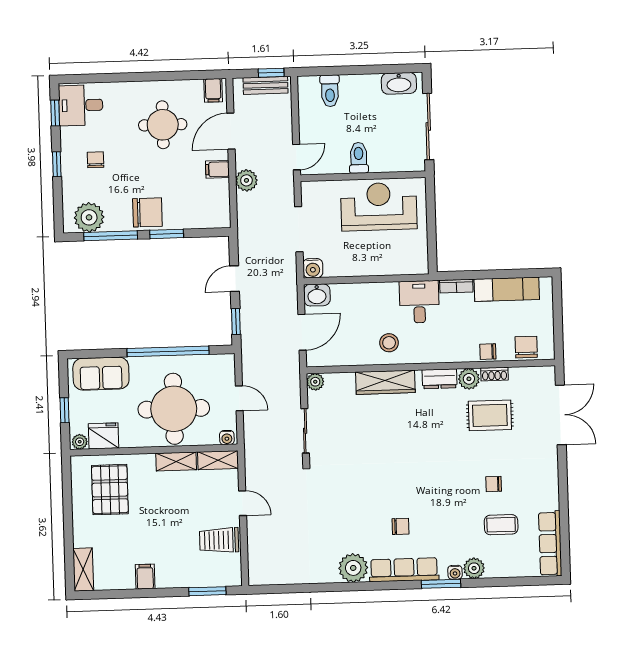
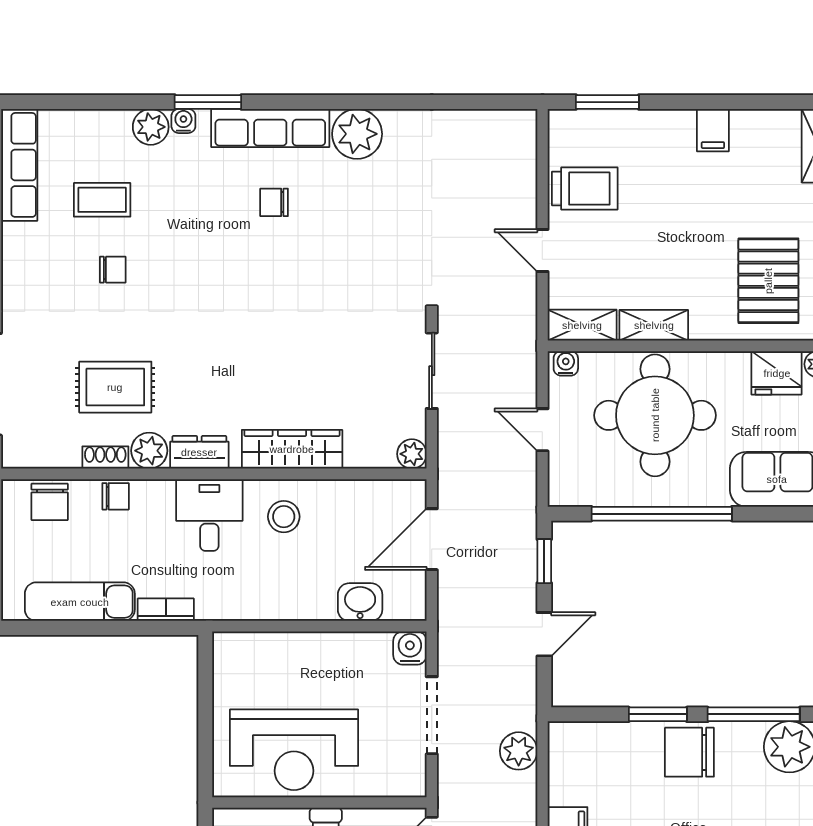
plant: (246, 180) -> (519, 751), moved
washbasin: (317, 295) -> (360, 602), moved
desk: (419, 302) -> (209, 515), moved, turned 180

